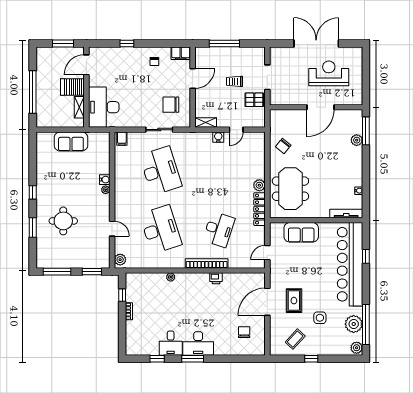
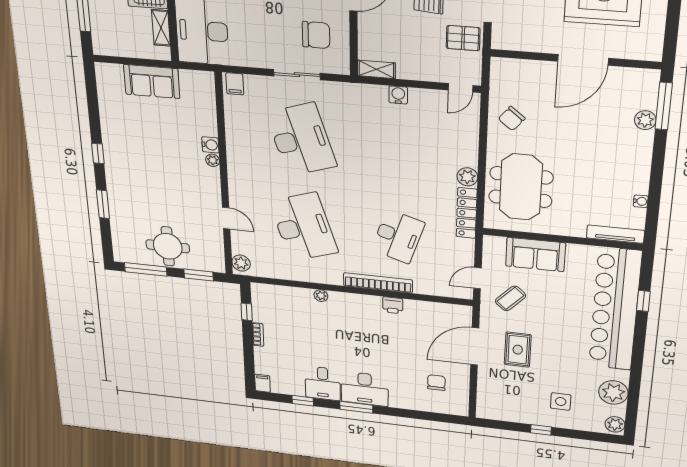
chair: (171, 105) -> (316, 35), turned 180
door: (236, 130) -> (460, 88), moved
round table: (63, 221) -> (168, 246), moved
side table: (320, 318) -> (561, 401), moved
window: (366, 324) -> (633, 395), removed
coffee table: (295, 339) -> (510, 298), moved
filing cabinet: (130, 349) -> (262, 383), added

